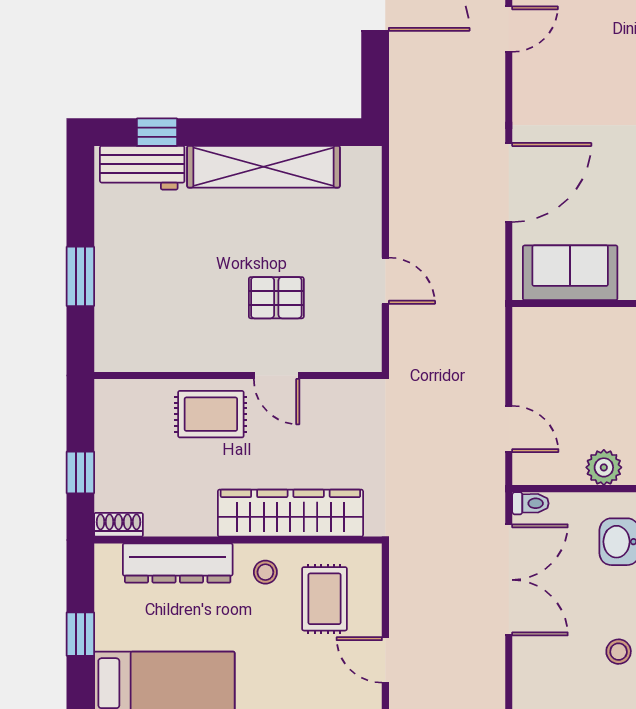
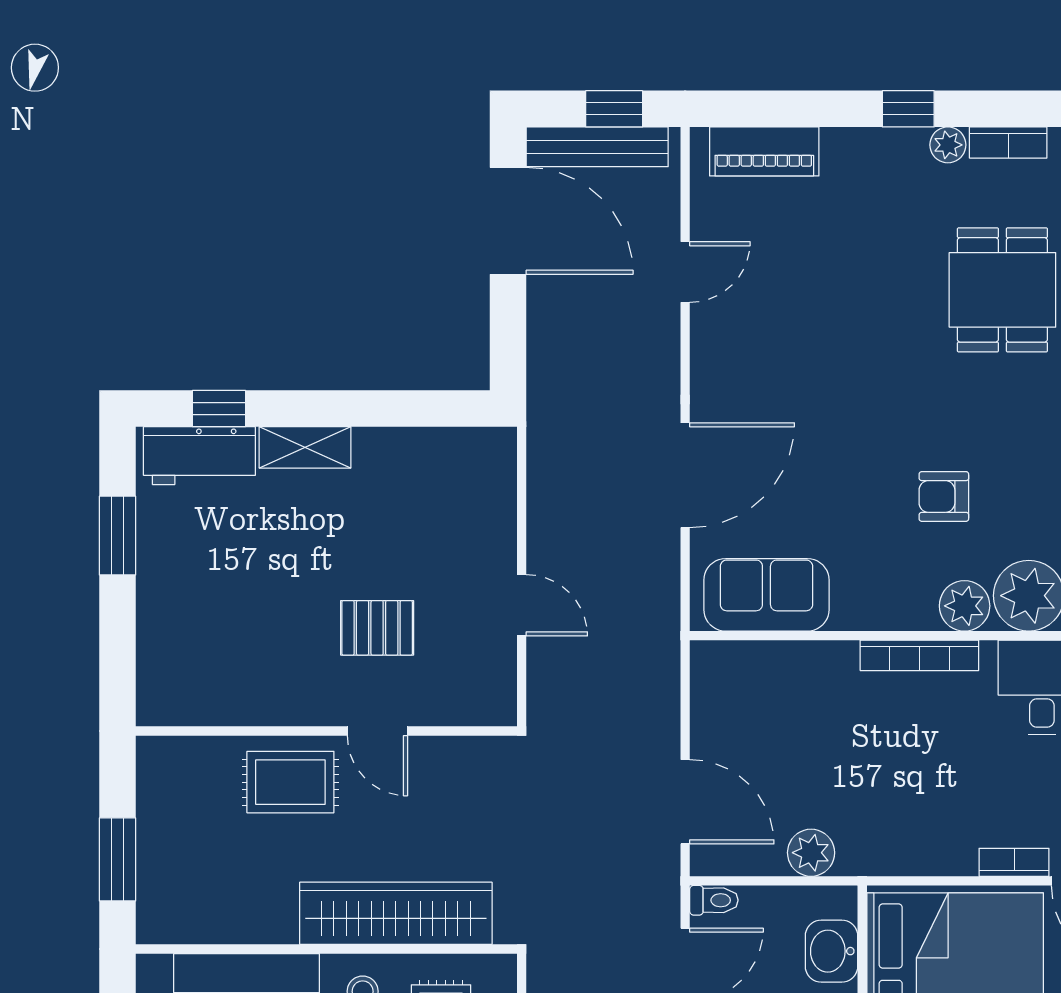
shelving: (263, 167) -> (305, 447), width x0.45, depth x0.75
window: (80, 276) -> (117, 536), moved
door: (509, 429) -> (685, 802), width x1.38
window: (80, 472) -> (117, 859), width x1.50
shoe rack: (118, 525) -> (168, 929), removed

